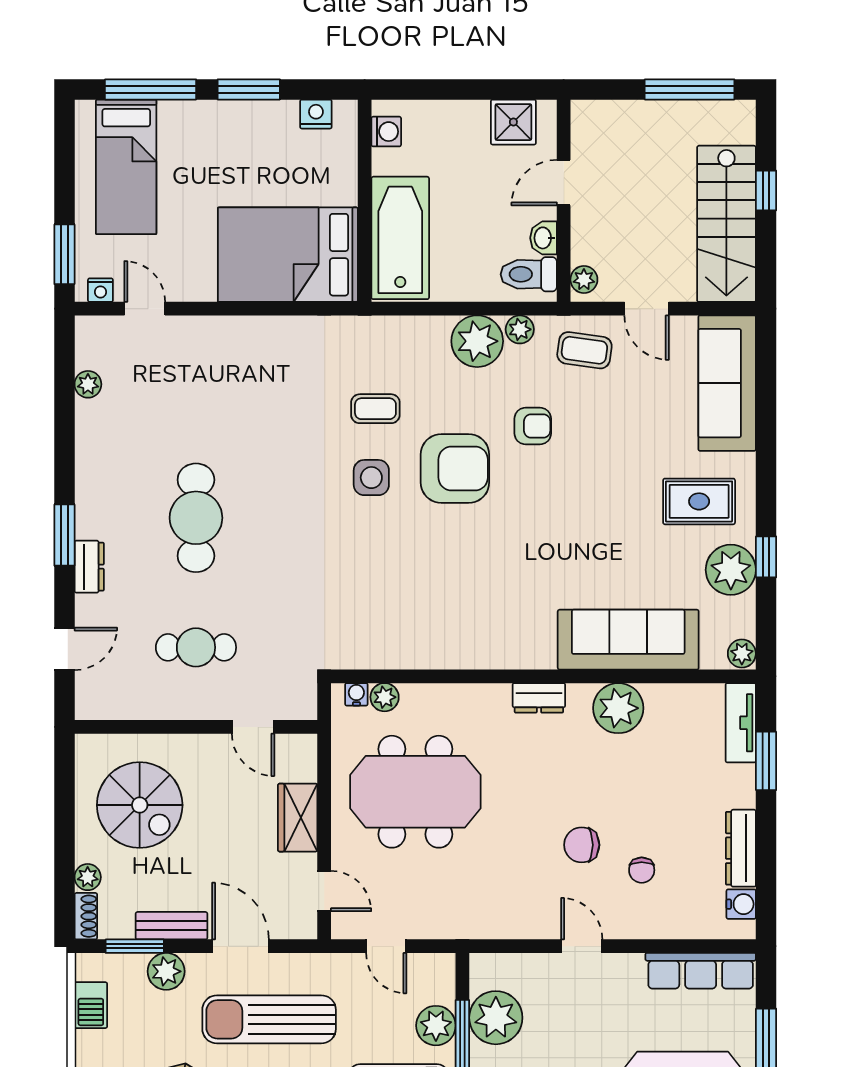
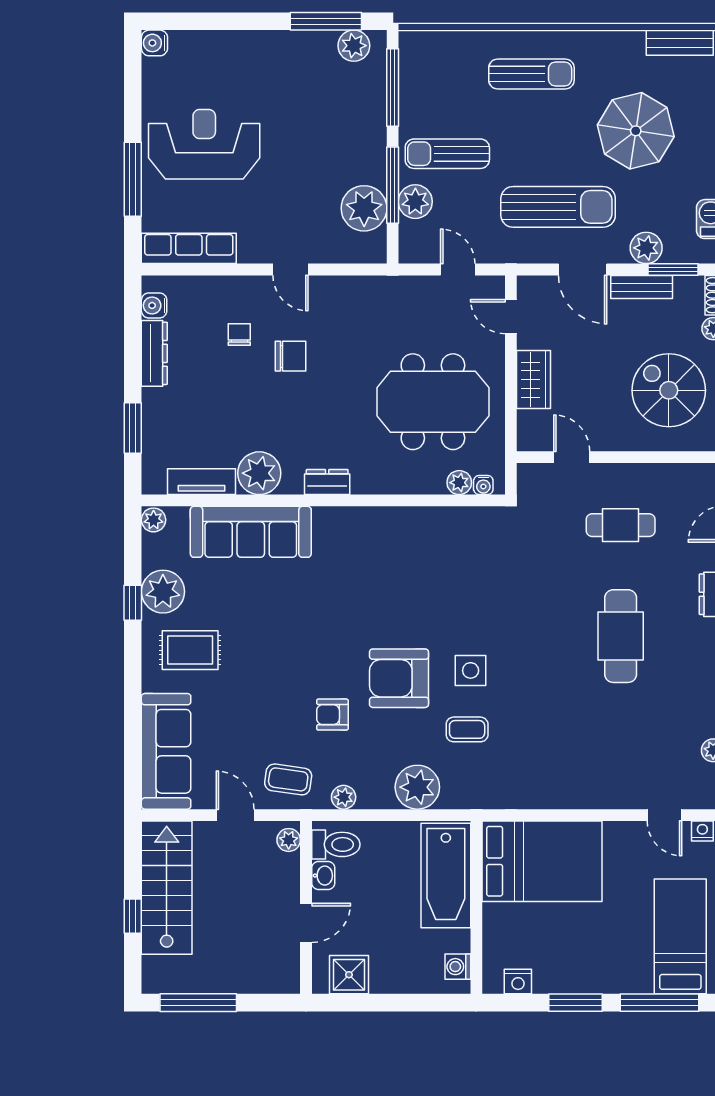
plant: (477, 341) -> (417, 787), moved
tv unit: (741, 723) -> (202, 482), moved, turned -90

